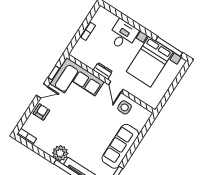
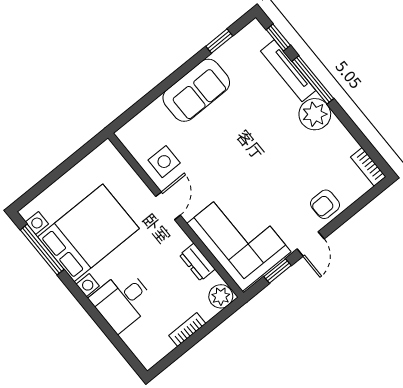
plant: (77, 52) -> (221, 296), added
dresser: (103, 71) -> (197, 262), moved
door: (42, 91) -> (311, 244), swing flipped
sofa: (120, 146) -> (196, 90), width x0.73

